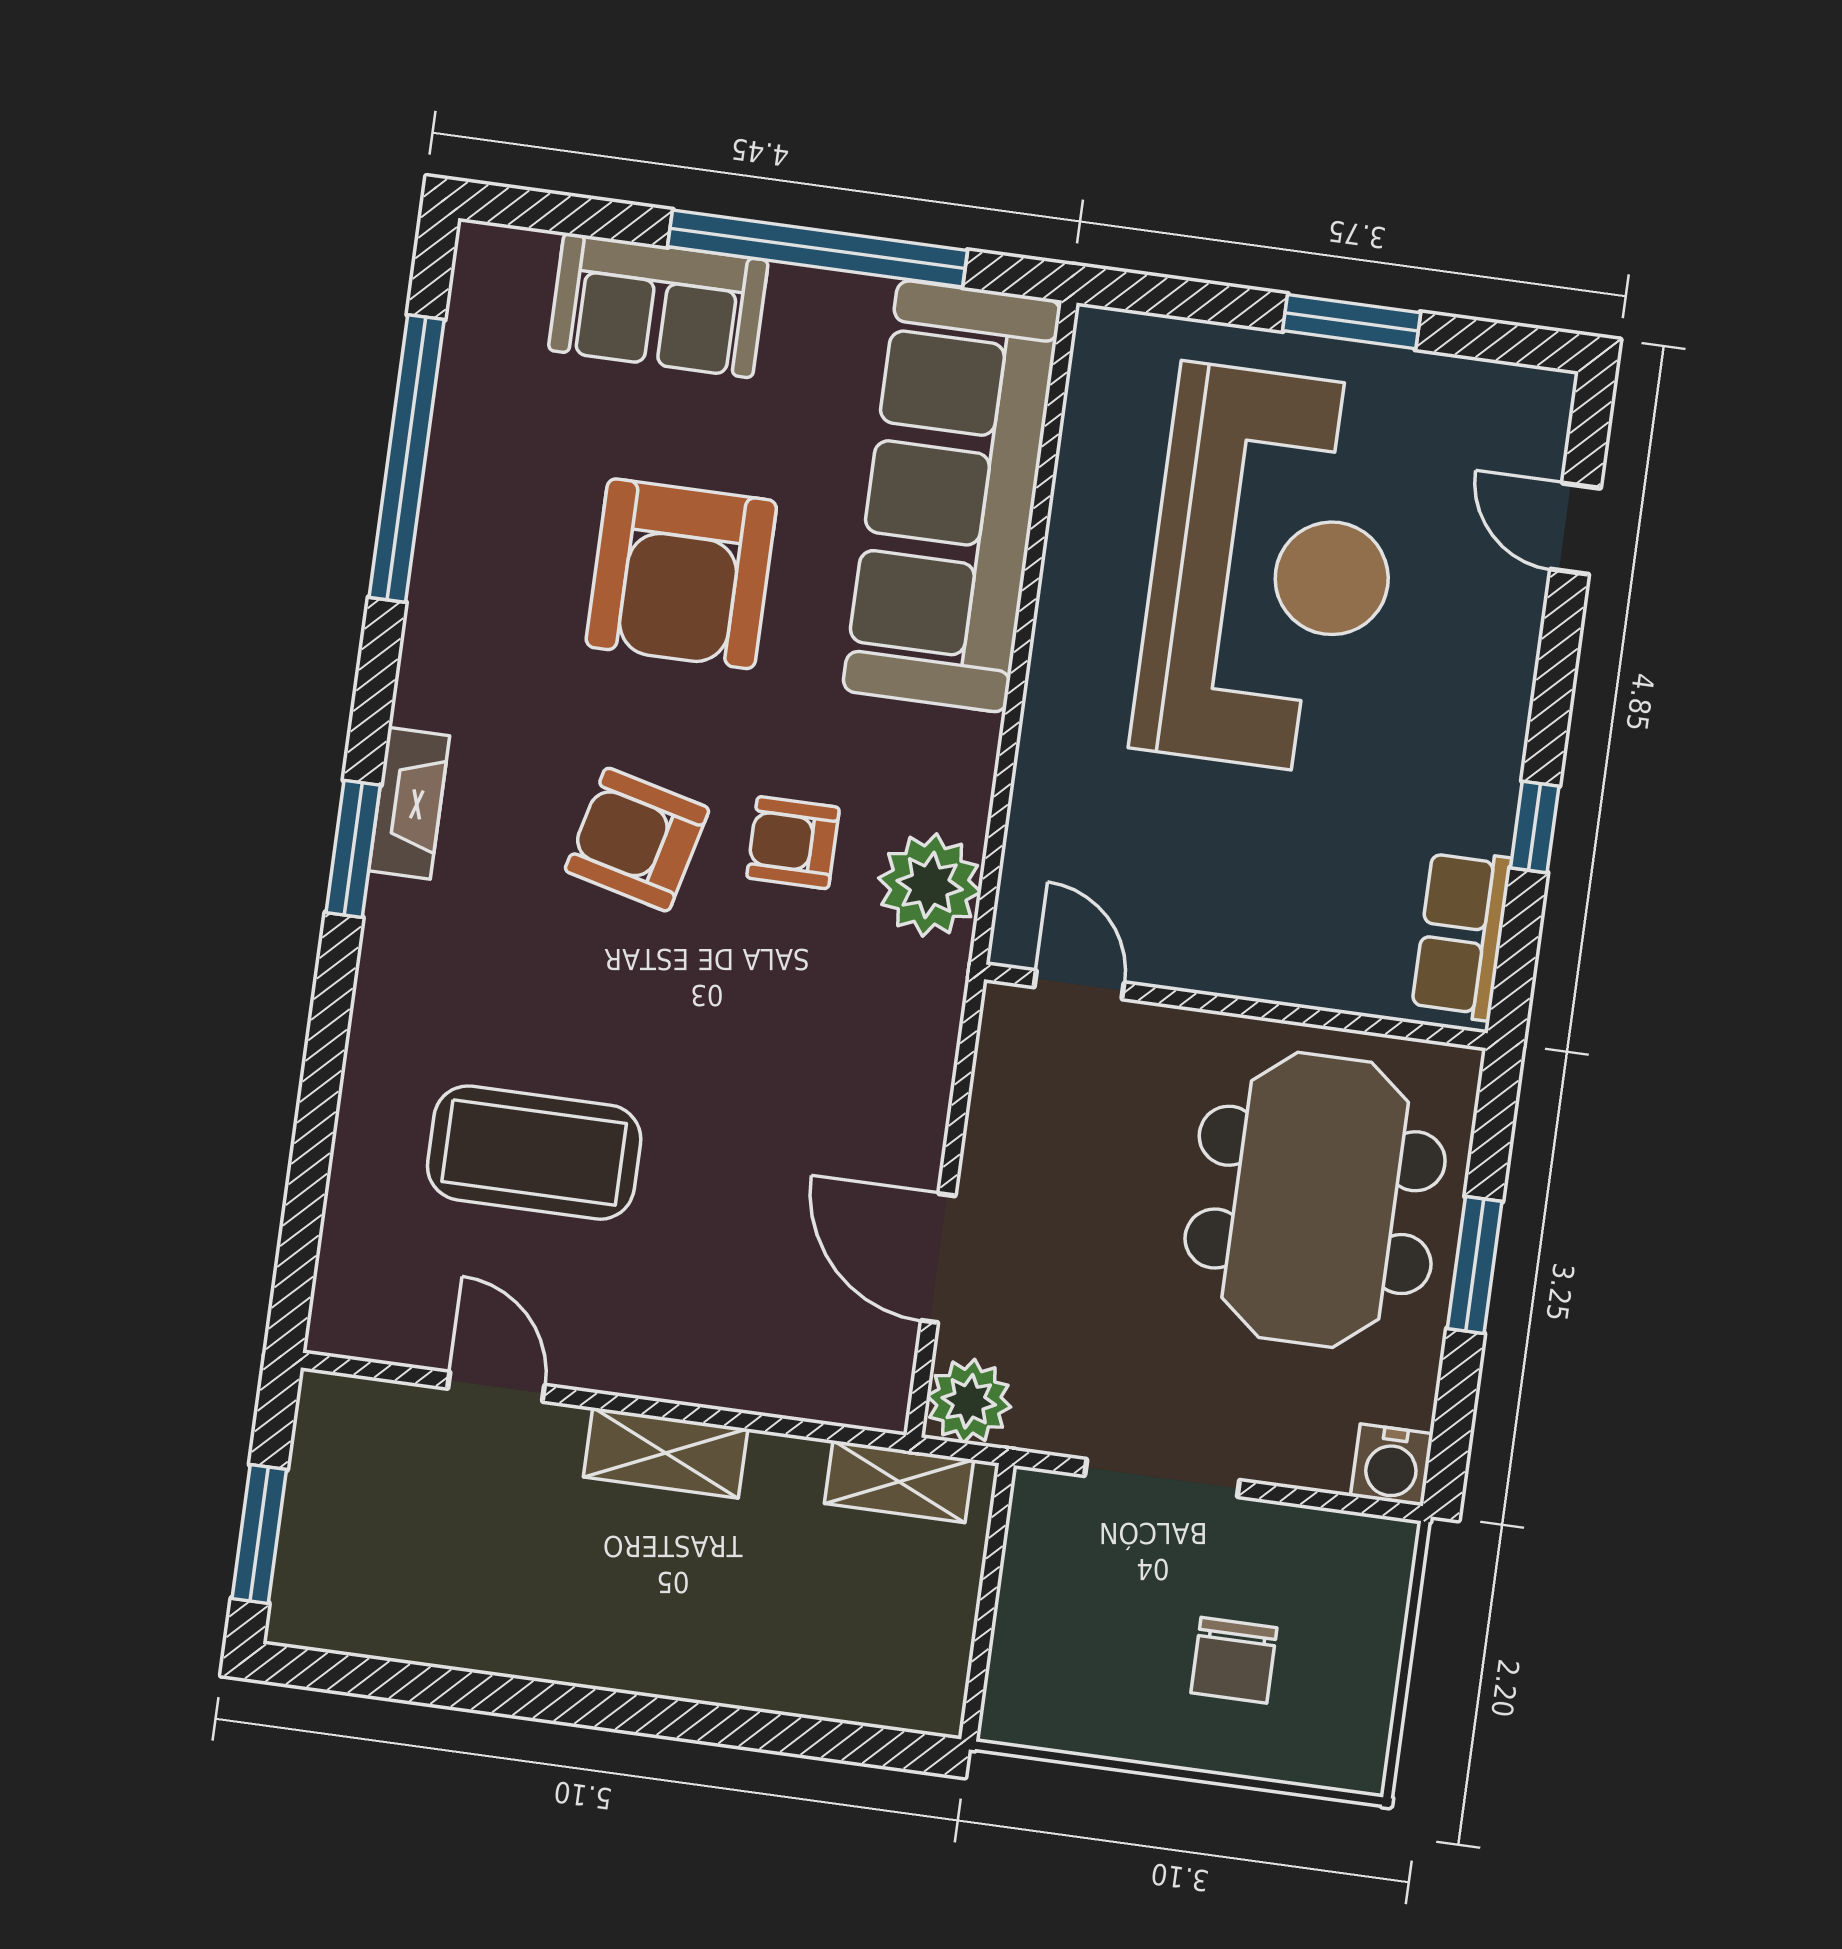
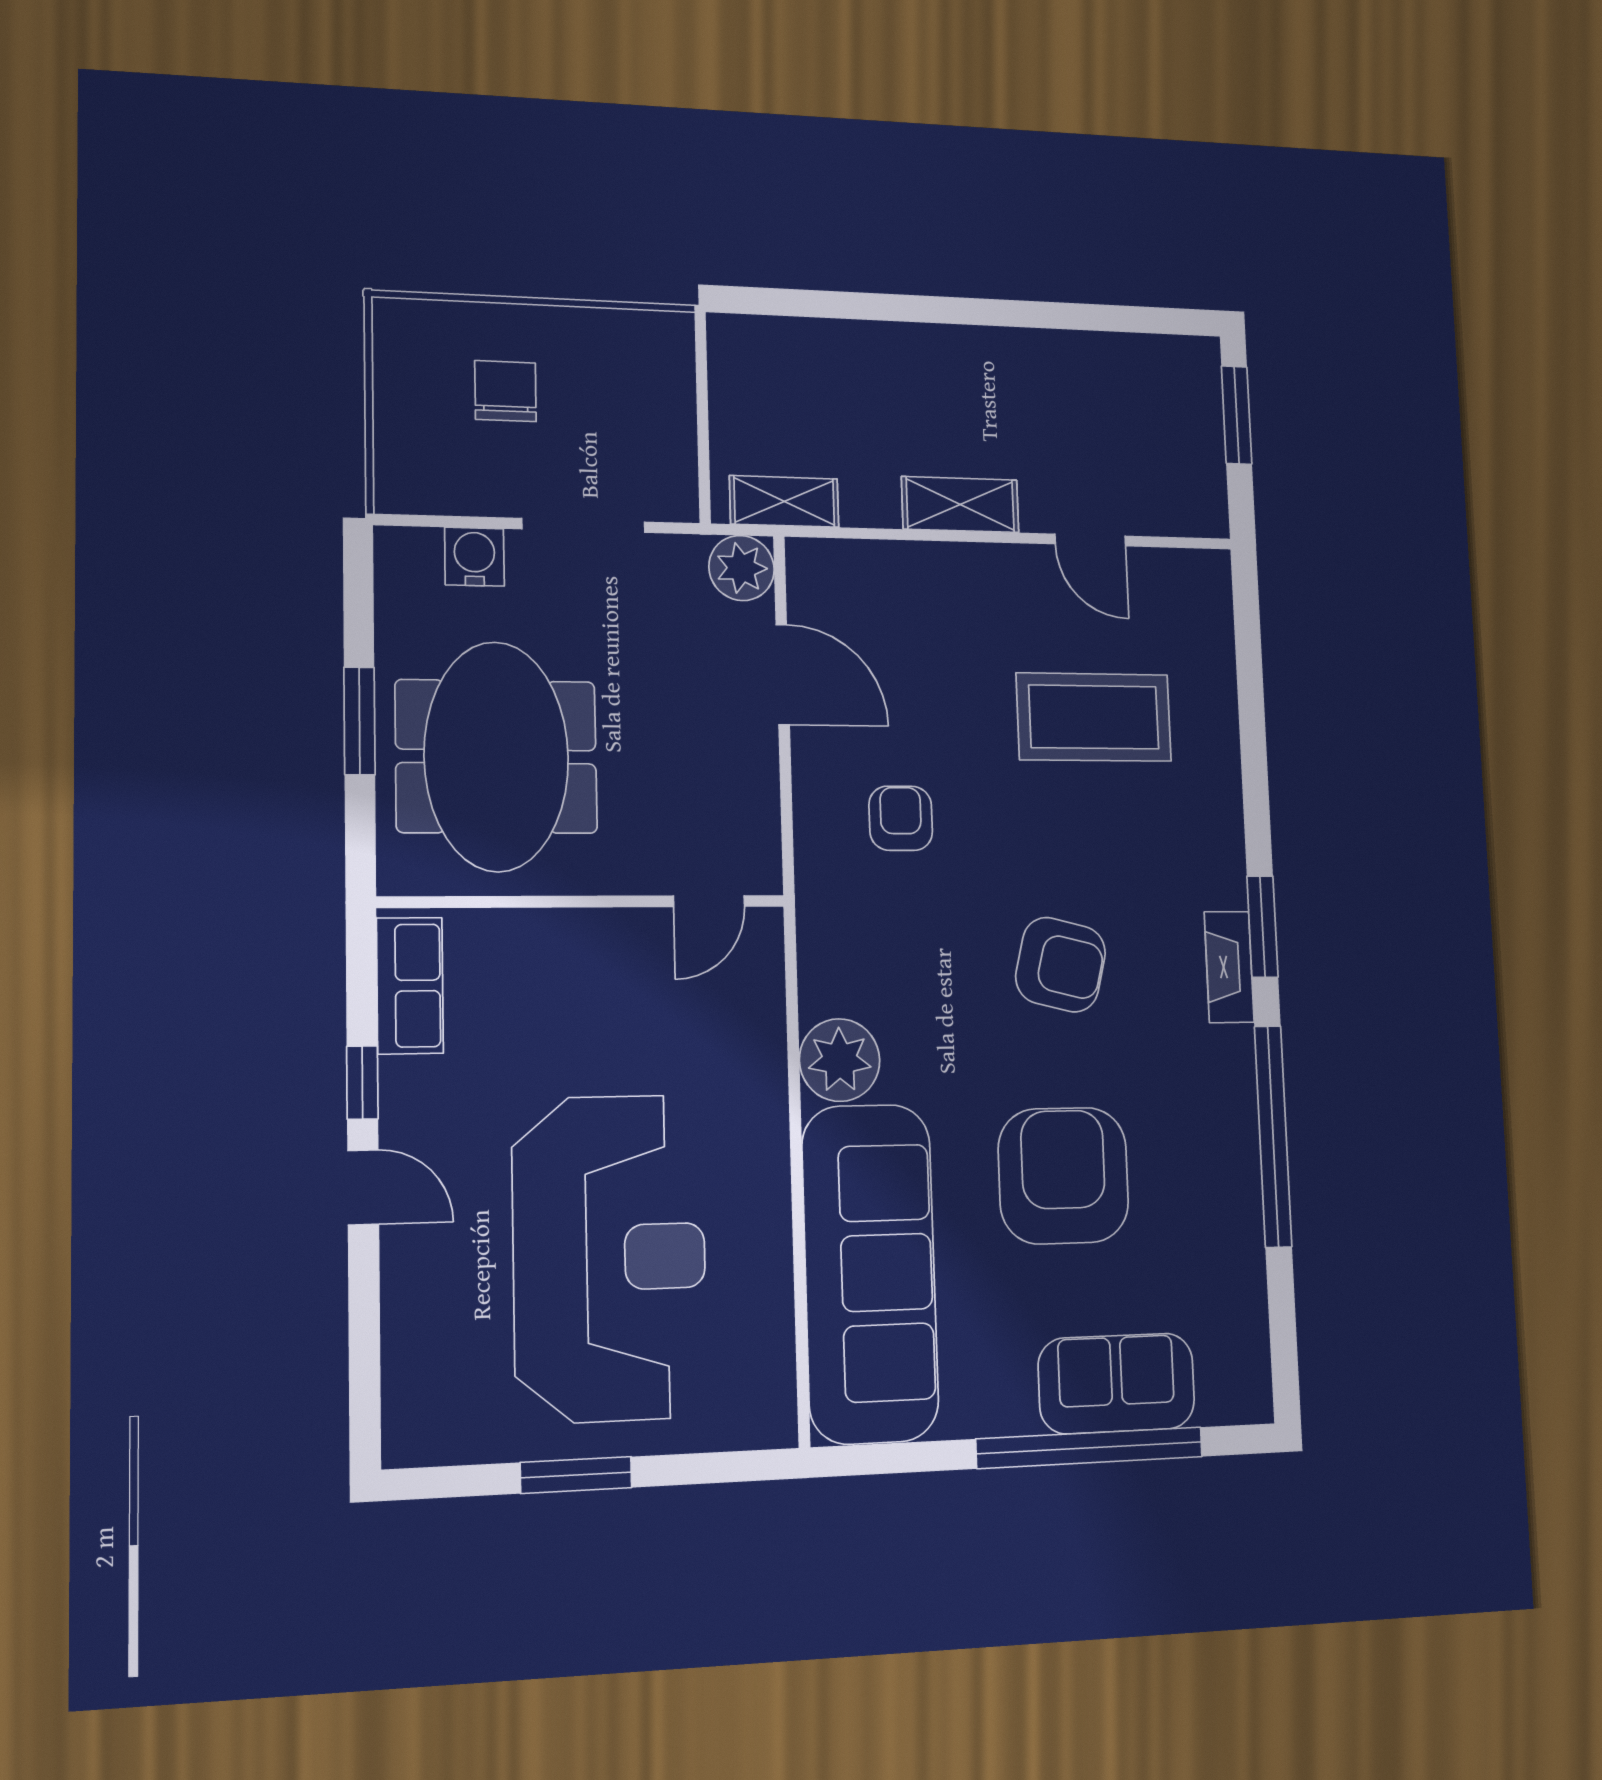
window: (818, 249) -> (1090, 1448), moved
window: (407, 458) -> (1273, 1136), moved
door: (1576, 529) -> (363, 1187), moved
reception desk: (1271, 570) -> (610, 1258), turned 180
armchair: (793, 843) -> (901, 818), moved, turned -90
plant: (930, 885) -> (840, 1060), moved
door: (1079, 985) -> (709, 901), hinge flipped
water cooler: (1392, 1465) -> (474, 557), moved

